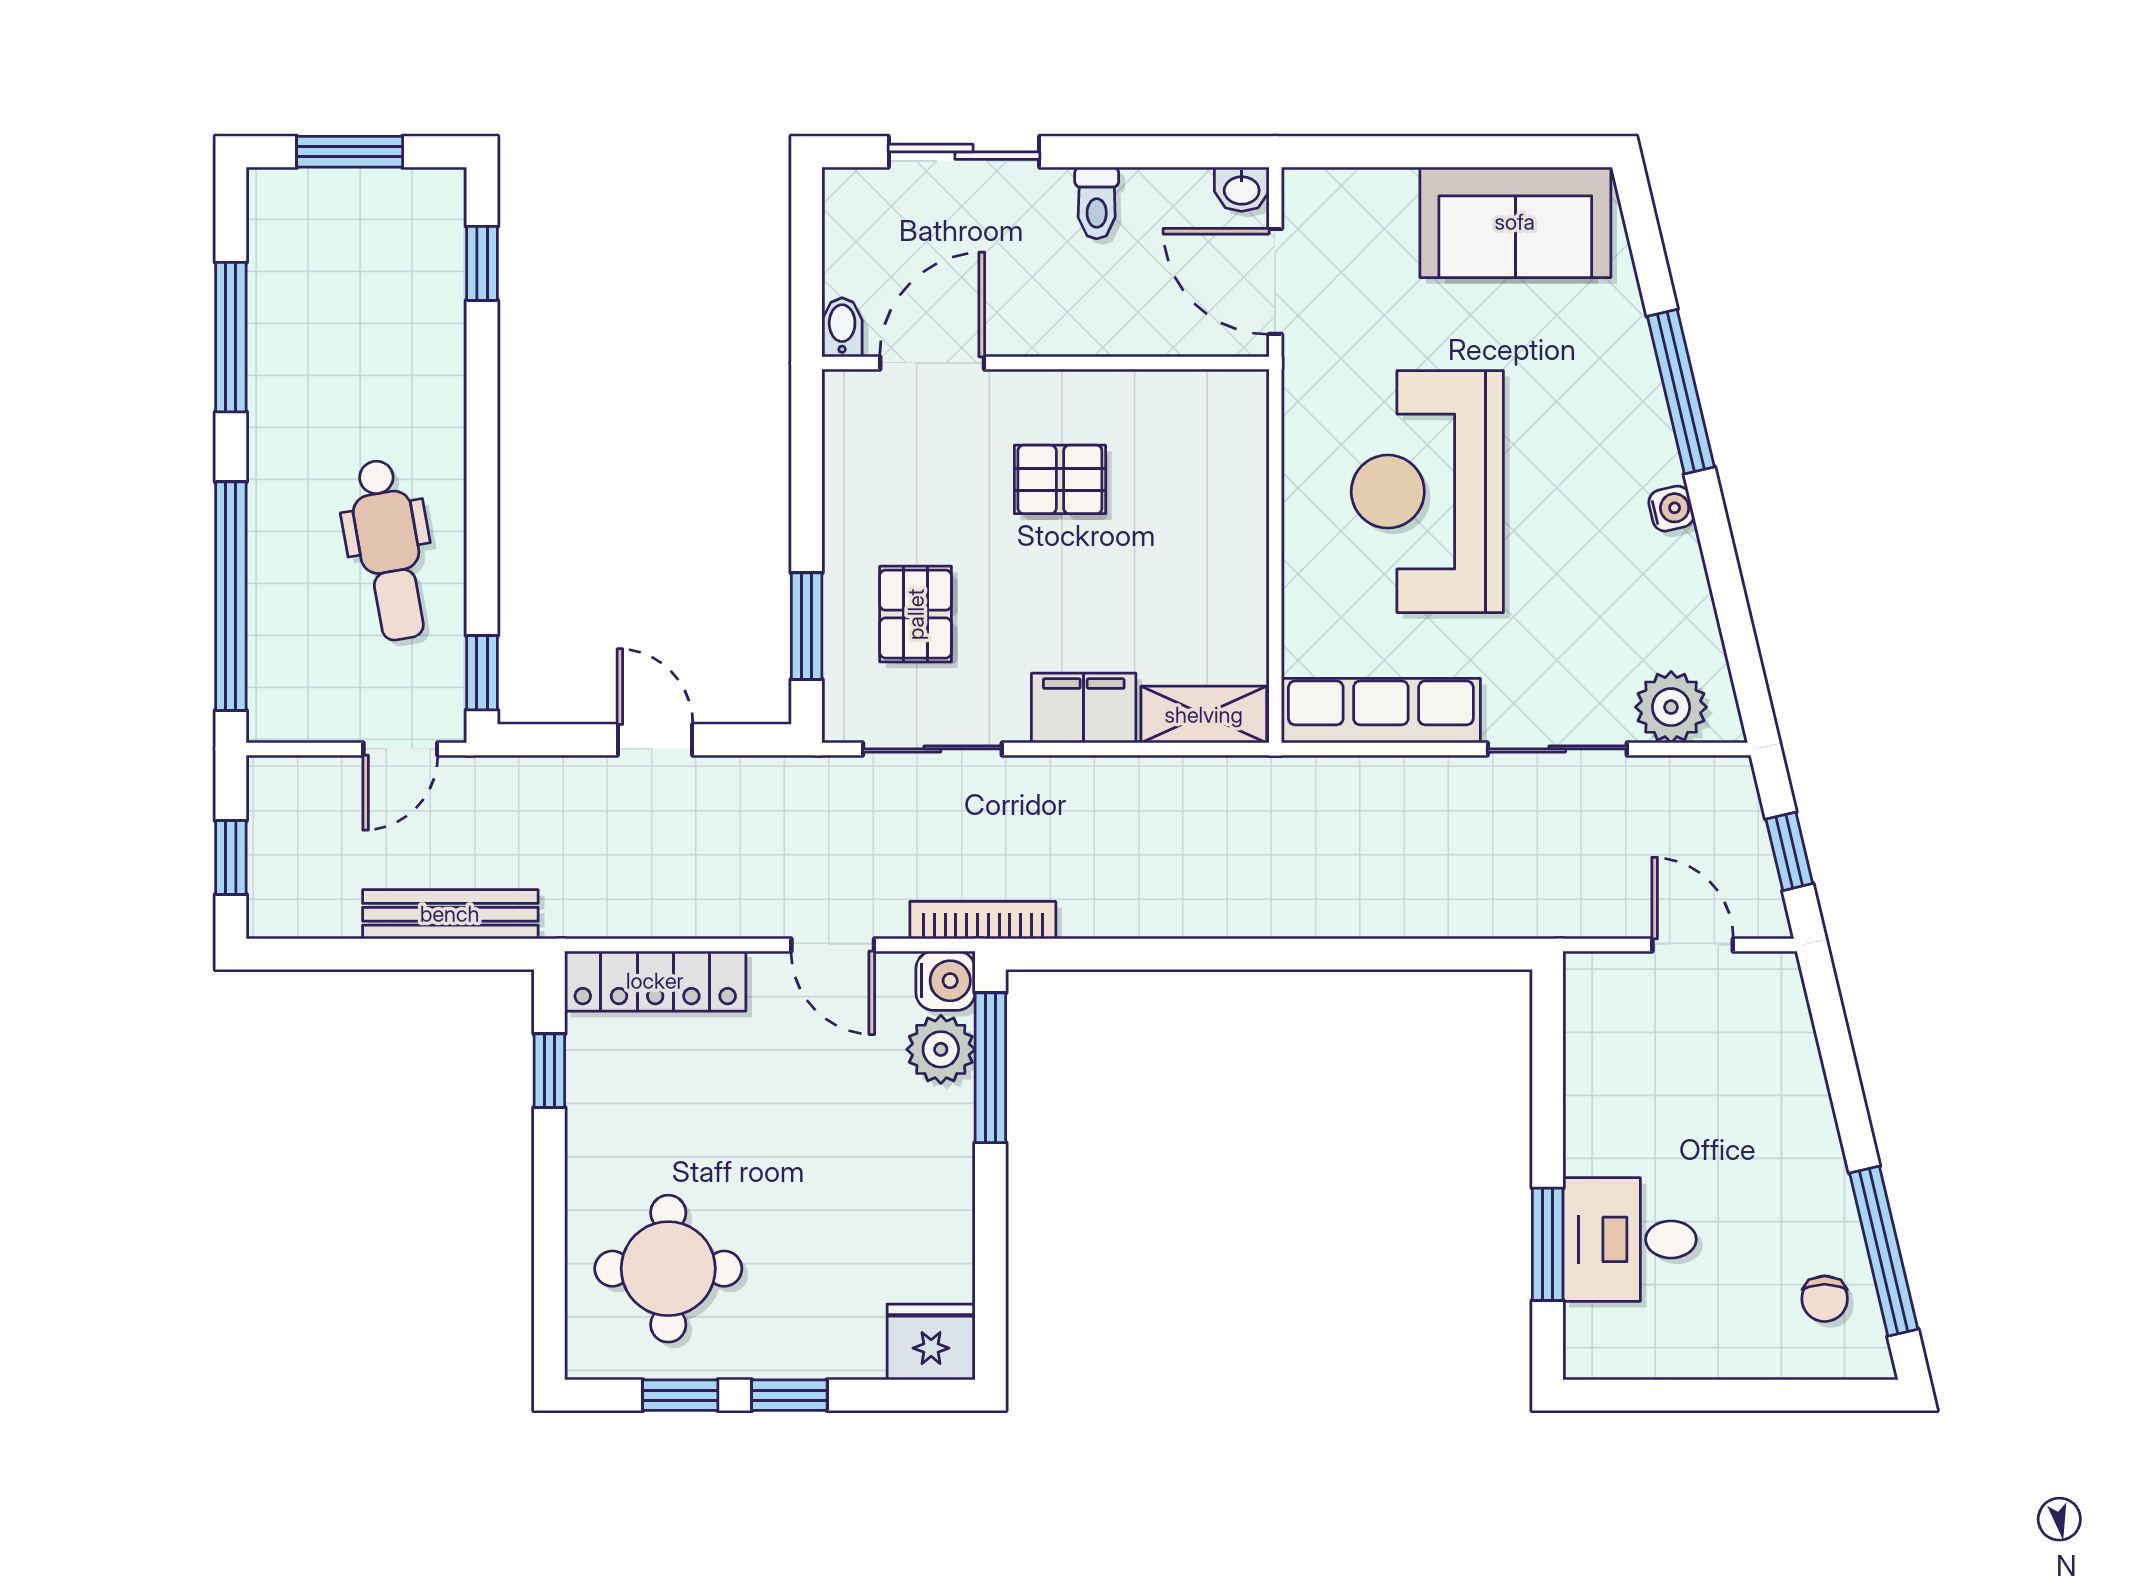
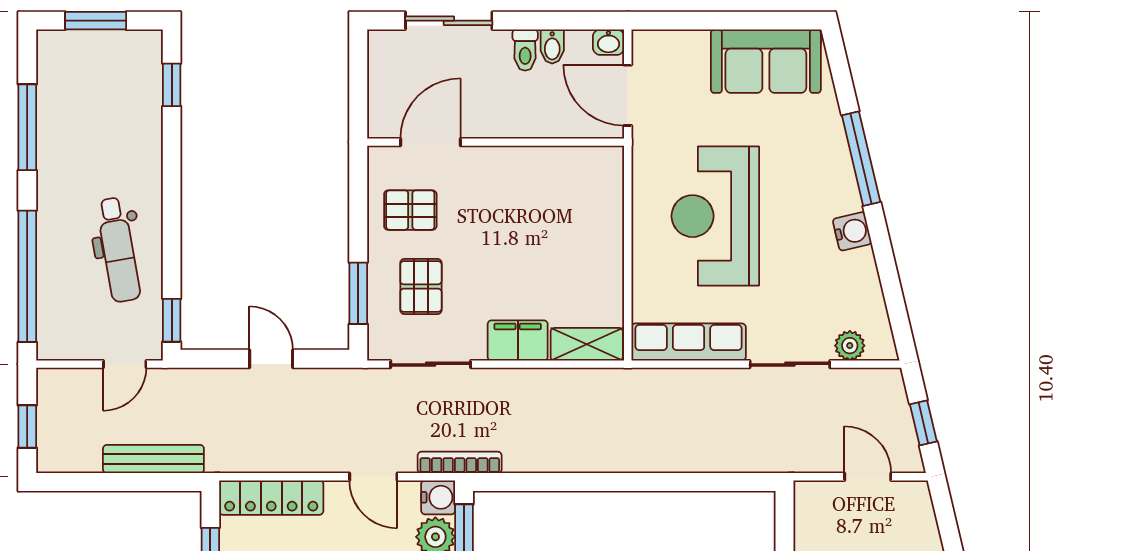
bidet: (842, 327) -> (552, 47), moved, turned 180
pallet: (1060, 479) -> (410, 210), moved
water cooler: (1671, 509) -> (852, 231), width x1.38, depth x1.38
plant: (1671, 707) -> (850, 346), width x0.73, depth x0.73

